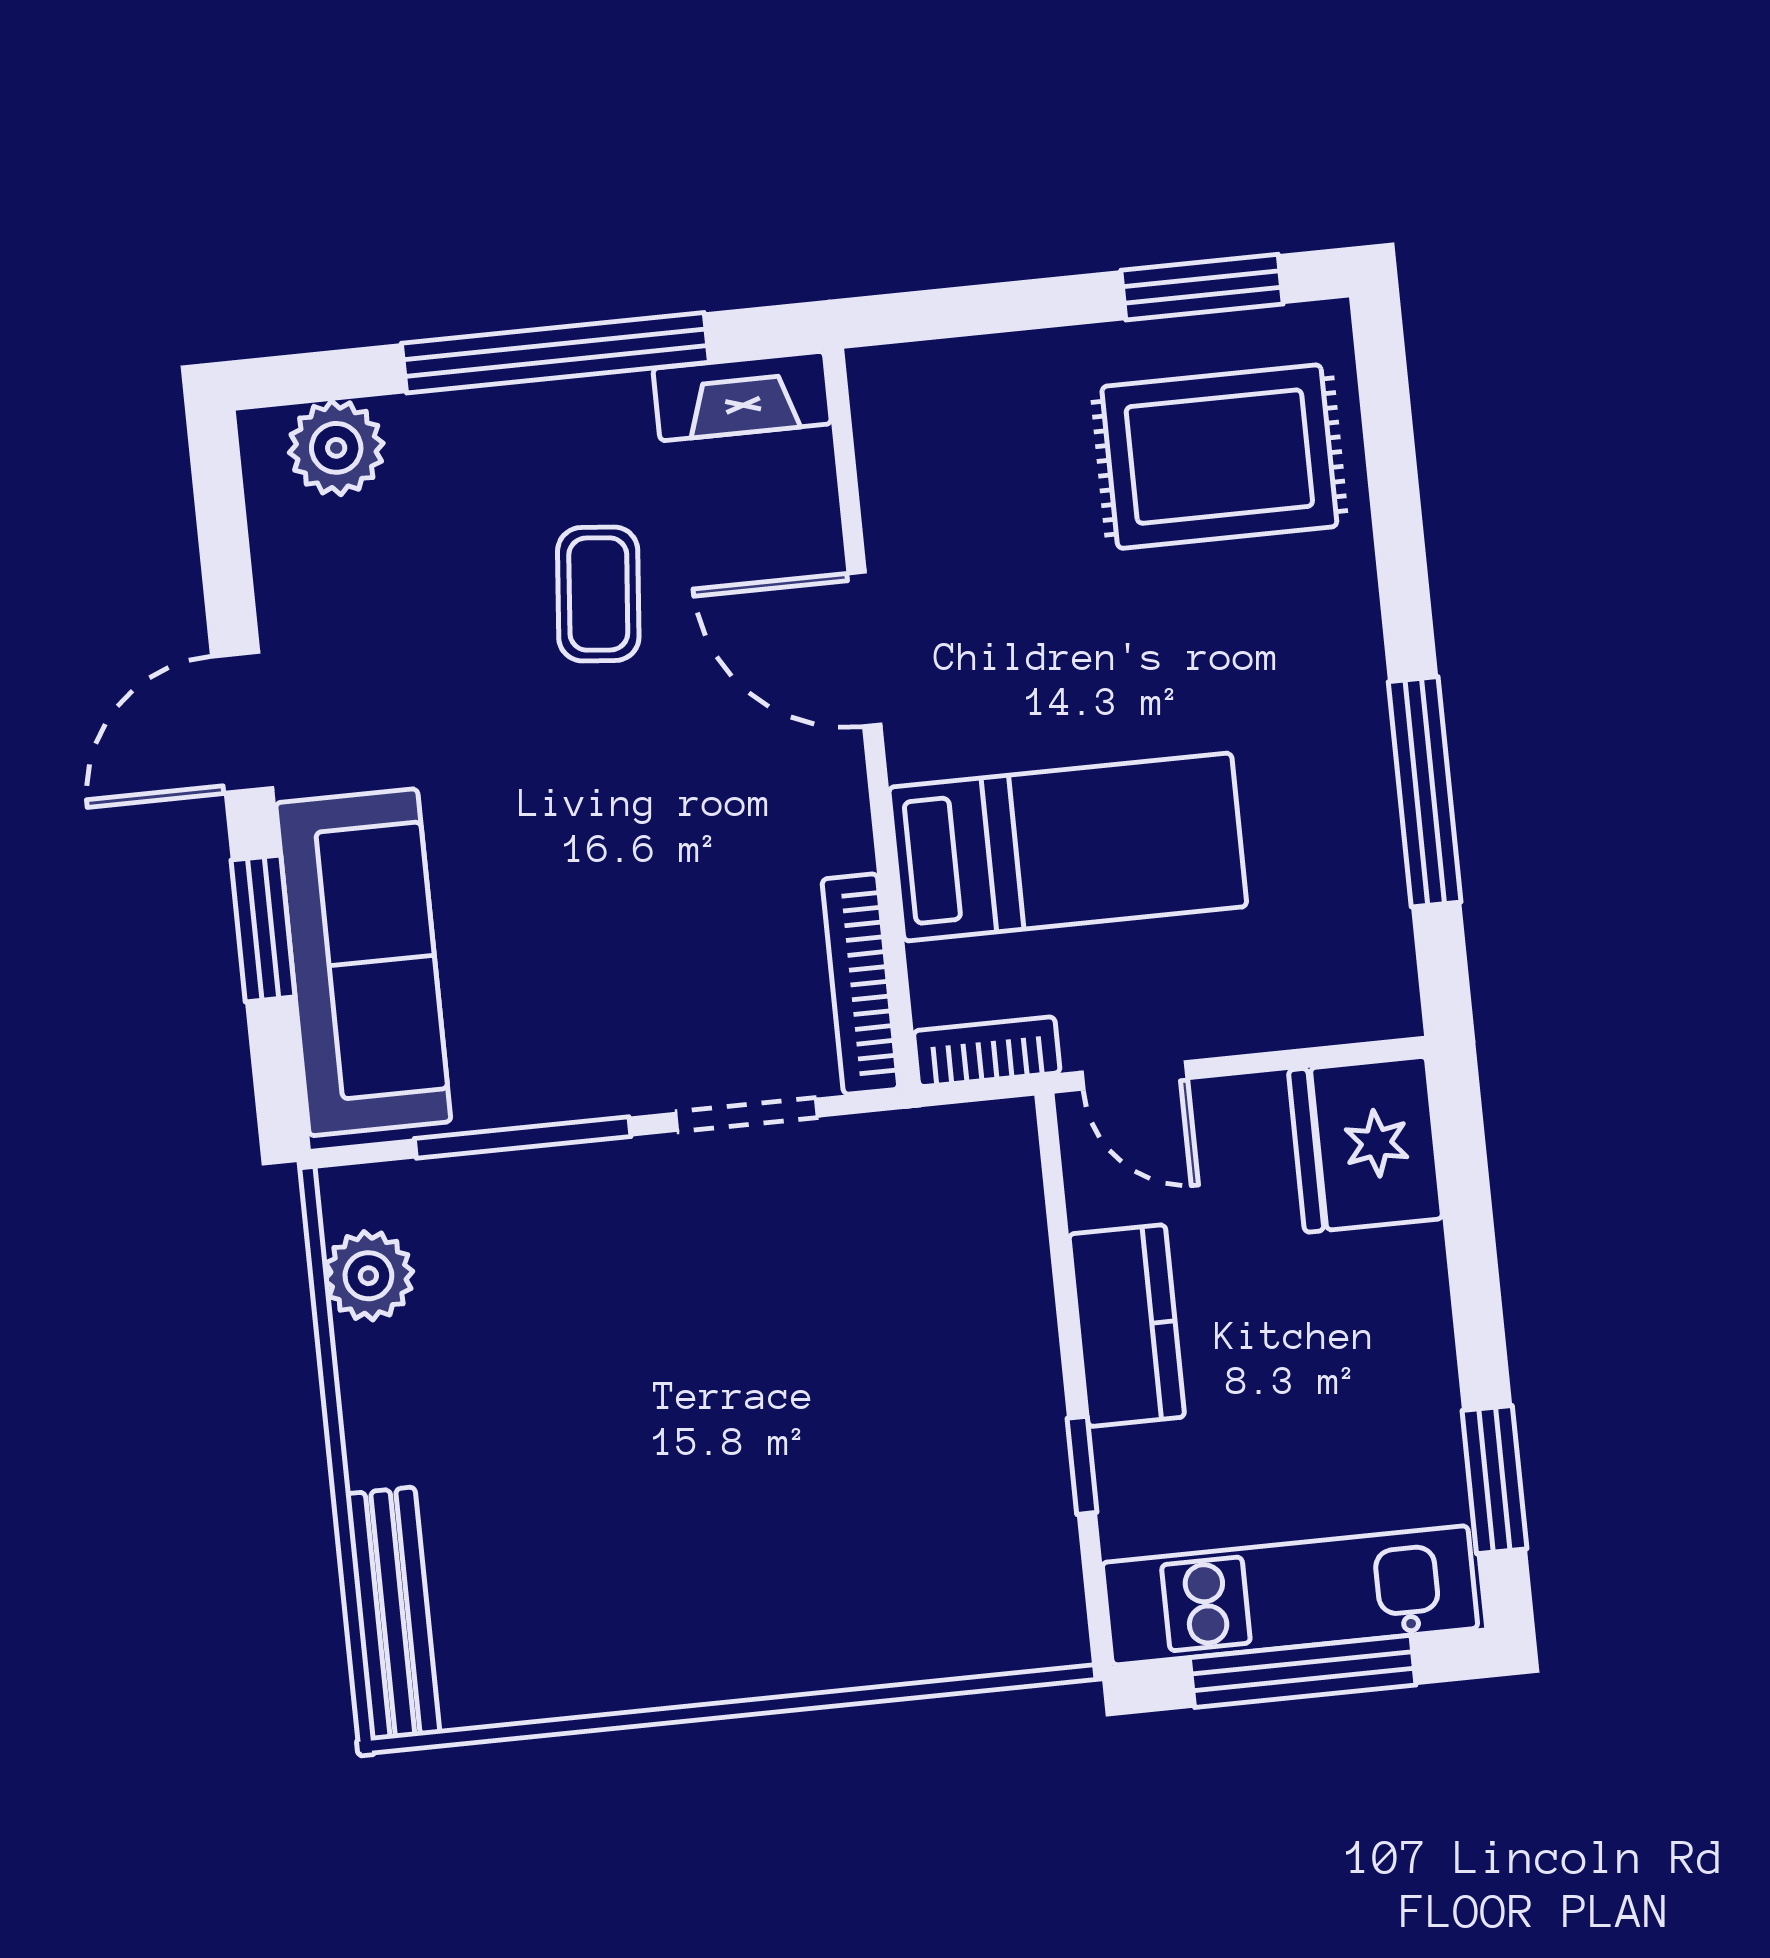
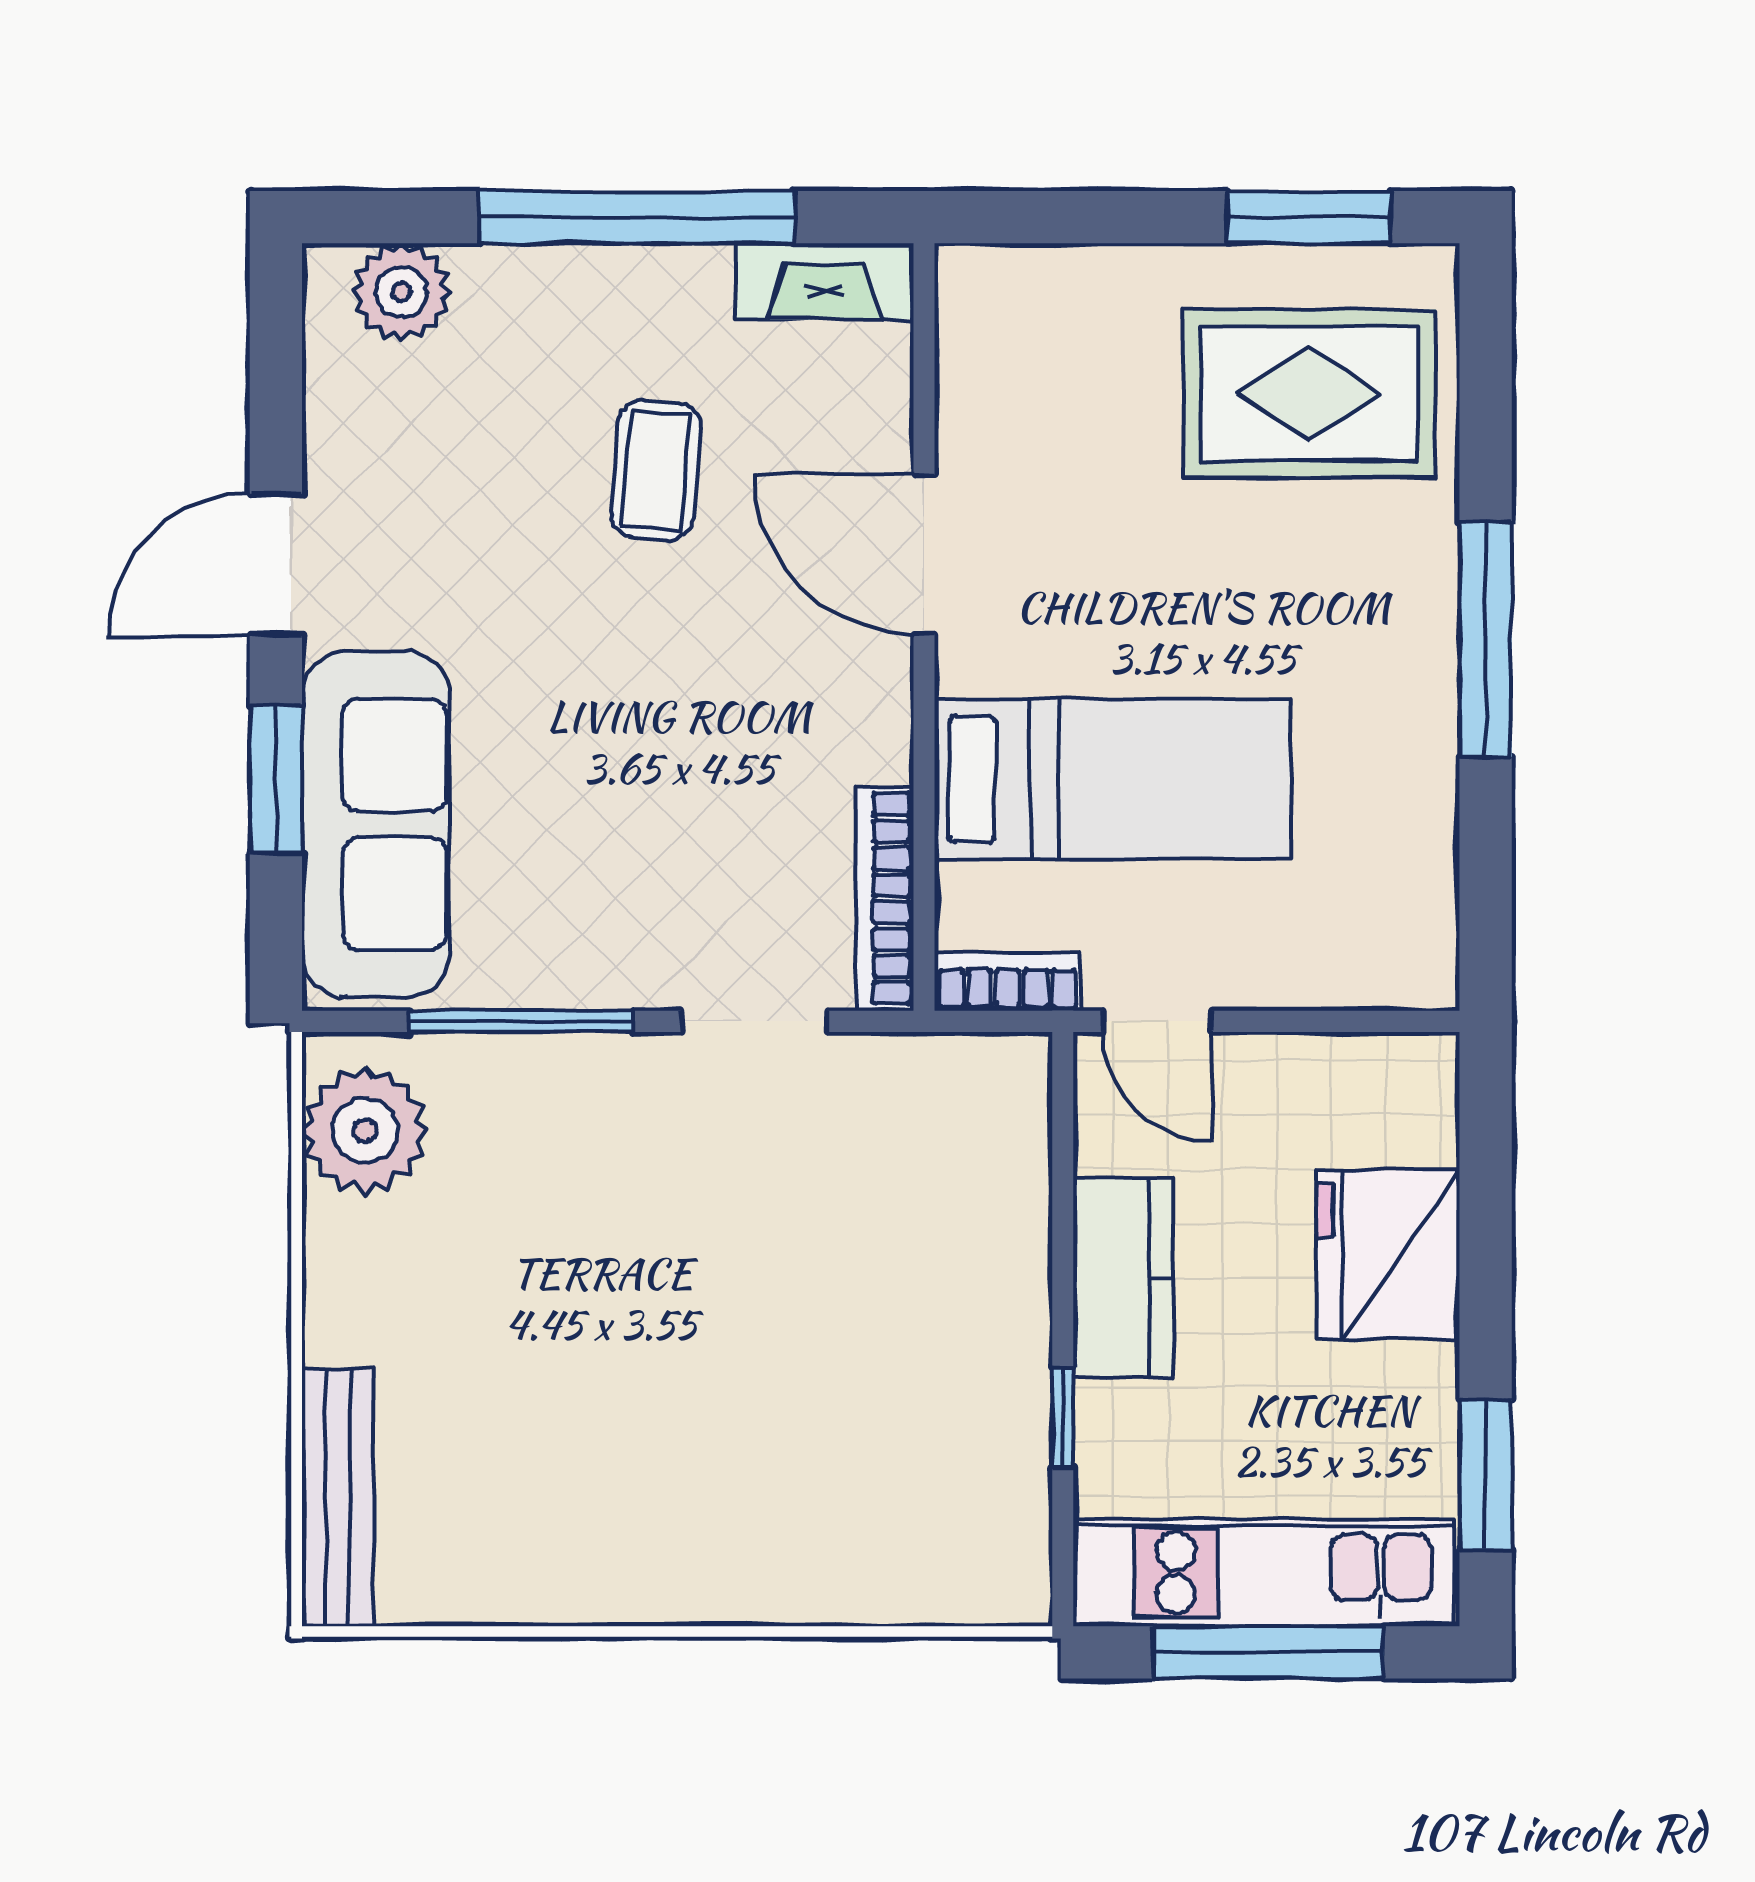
window: (1425, 792) -> (1486, 640), moved
fridge: (1365, 1144) -> (1388, 1255), moved
plant: (368, 1276) -> (365, 1131), width x1.36, depth x1.36

